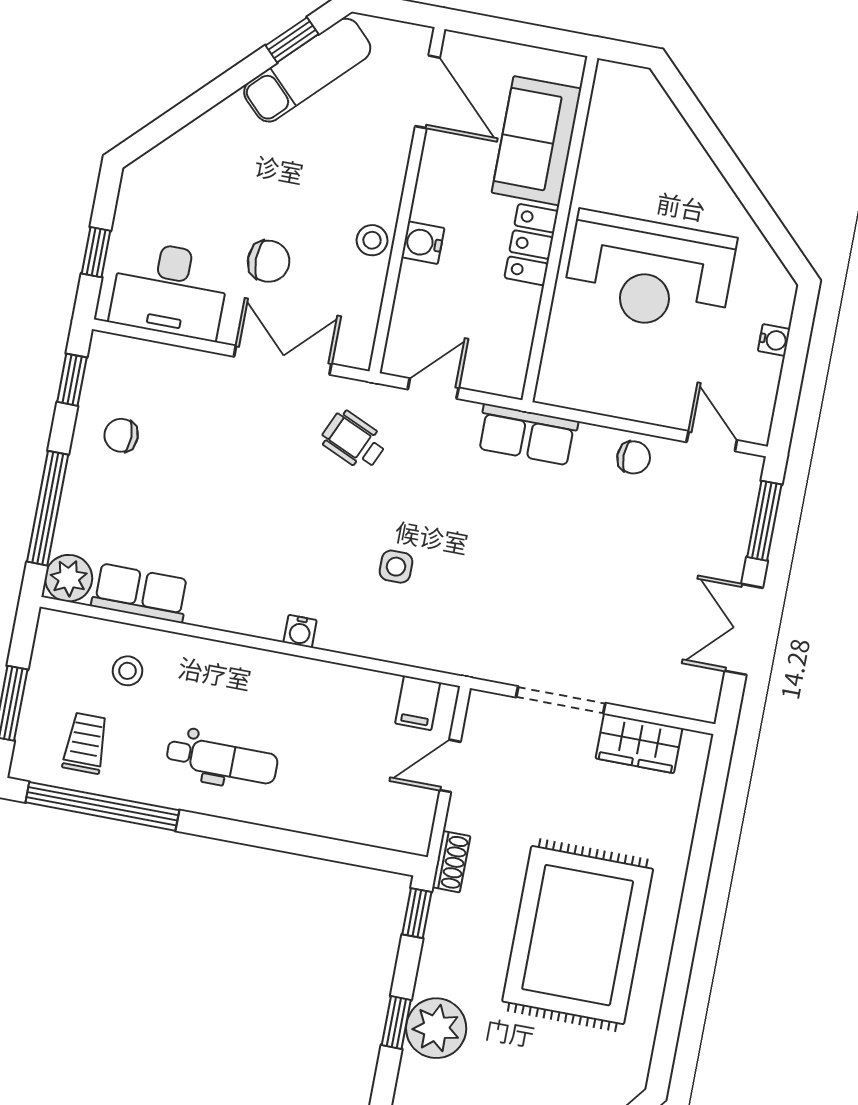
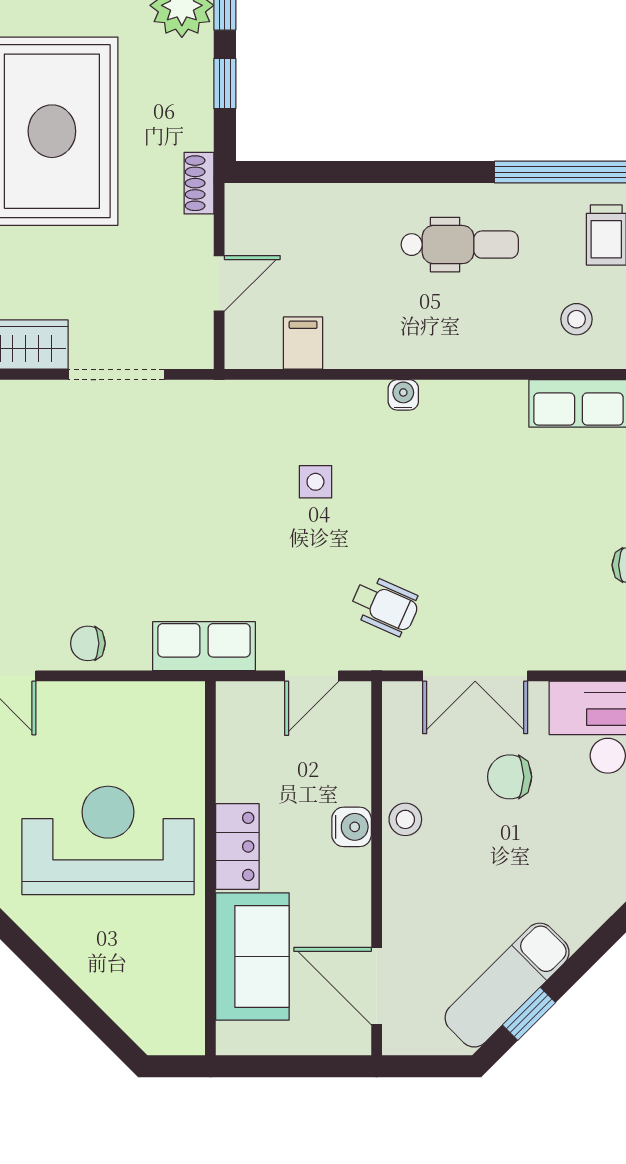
filing cabinet: (418, 703) -> (303, 343), moved
dental chair: (222, 760) -> (460, 245), turned 180
window: (417, 913) -> (225, 84), moved

